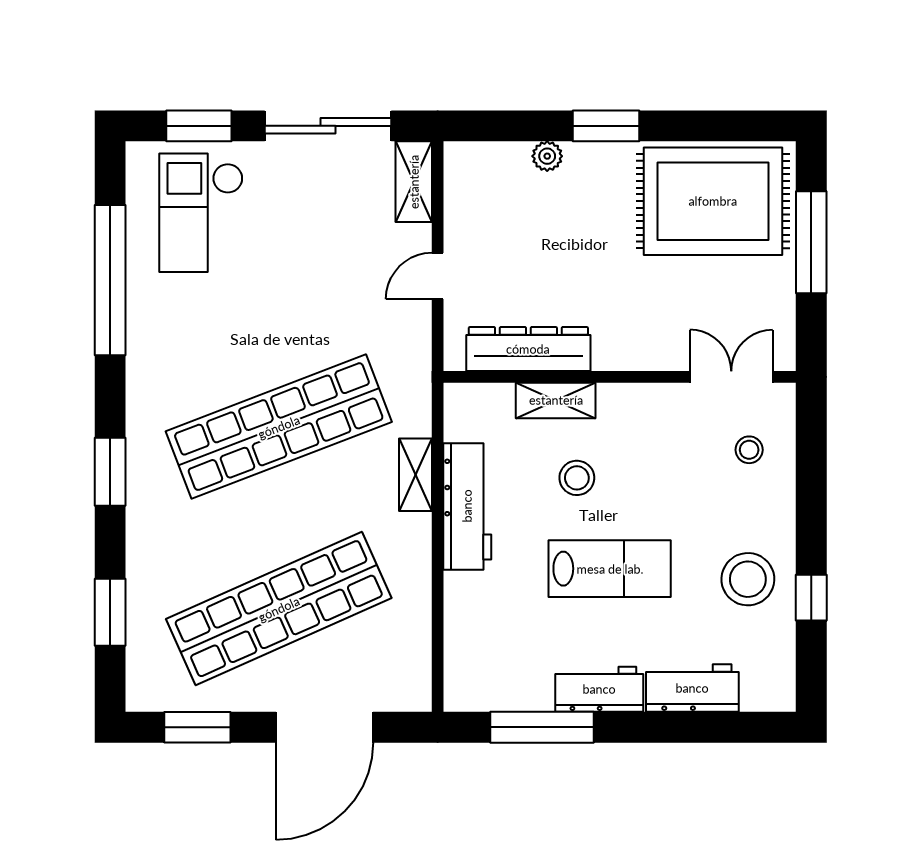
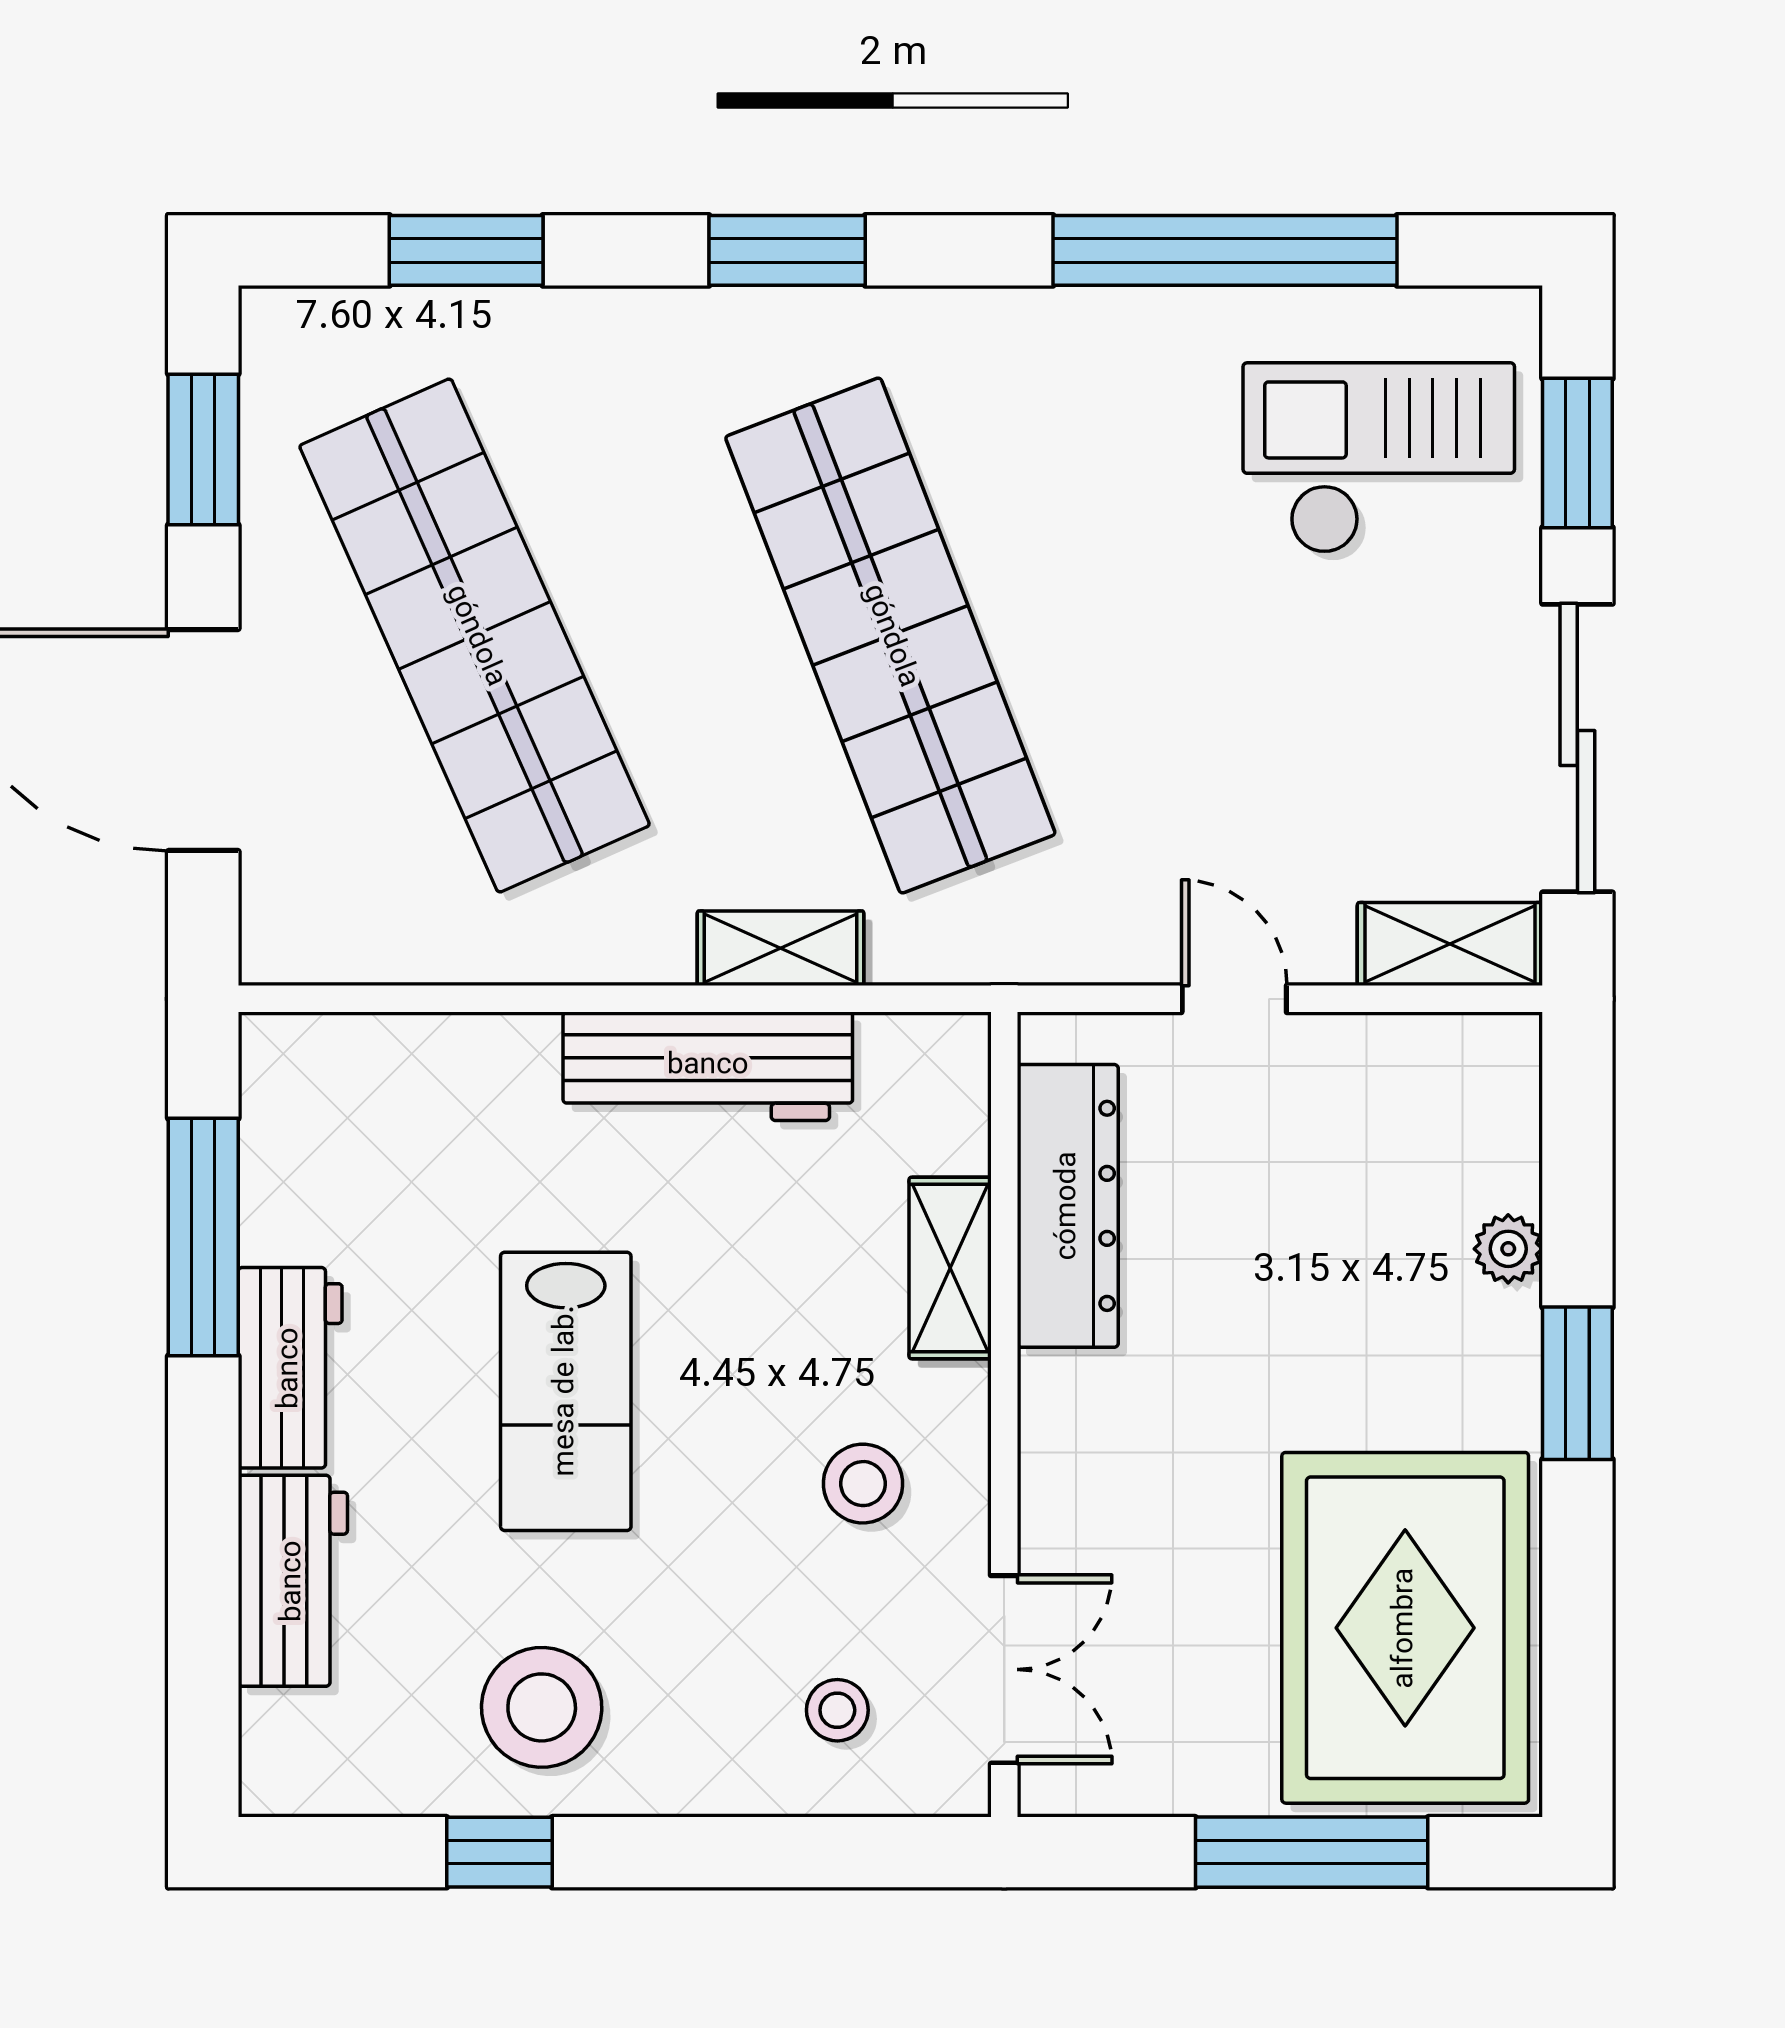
stool: (577, 478) -> (863, 1484), moved

